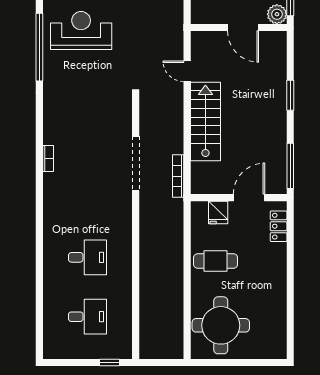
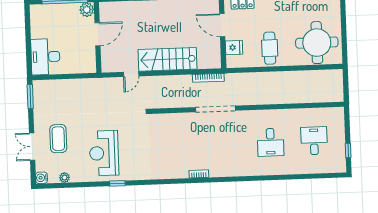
window: (39, 47) -> (117, 183), width x0.32
doorway: (136, 163) -> (215, 109), moved
desk: (87, 257) -> (270, 142), turned 180
window: (109, 363) -> (348, 150), moved

